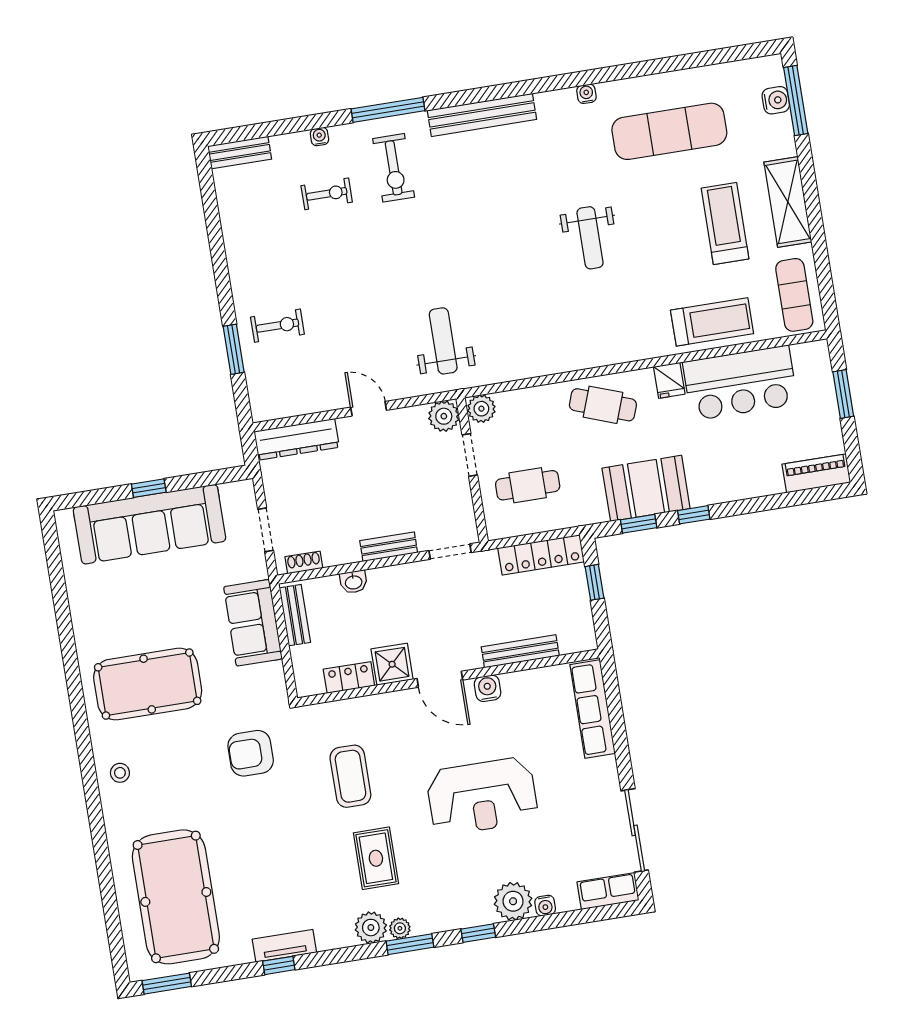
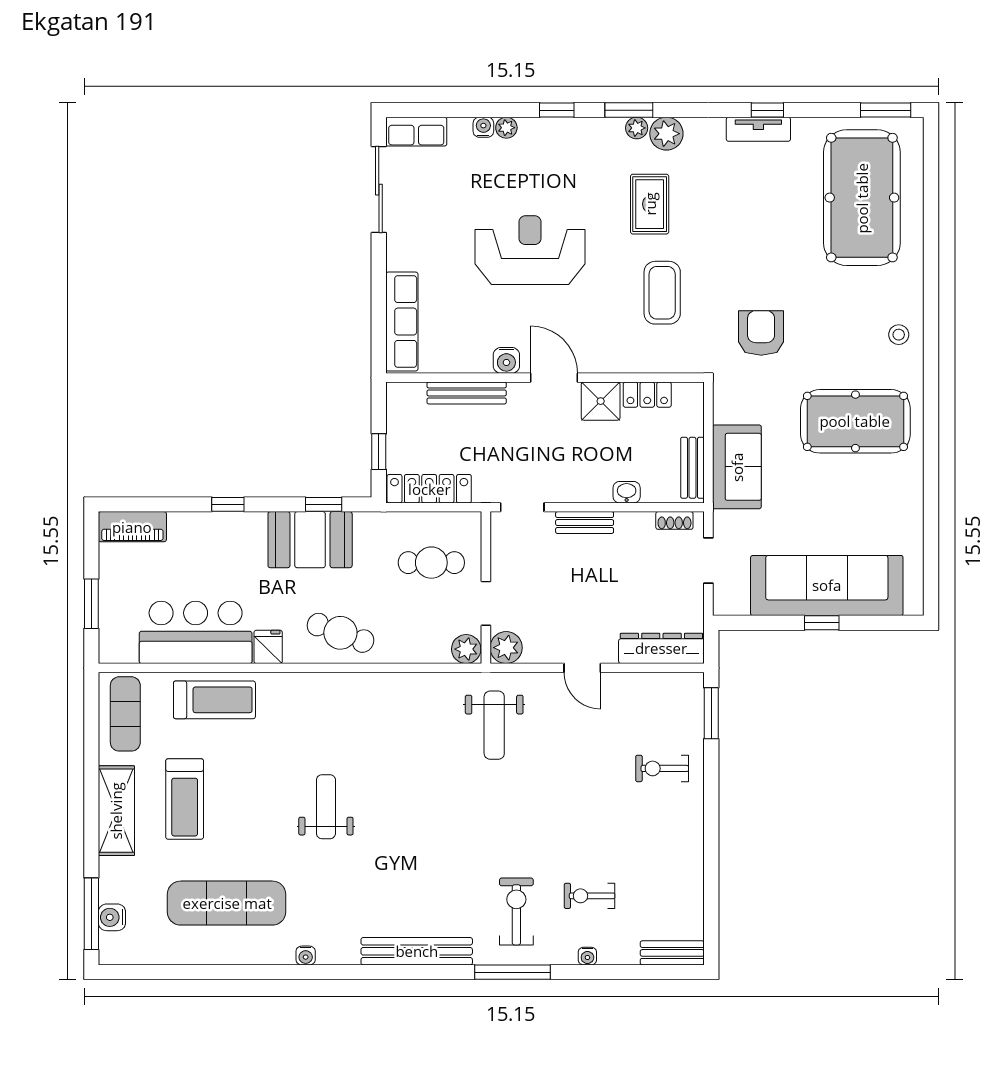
treadmill: (712, 322) -> (214, 700), turned 180
window: (234, 349) -> (711, 713), moved
window: (694, 515) -> (228, 504), moved
armchair: (251, 753) -> (761, 333), turned -90
plant: (513, 901) -> (506, 128), width x0.53, depth x0.53

